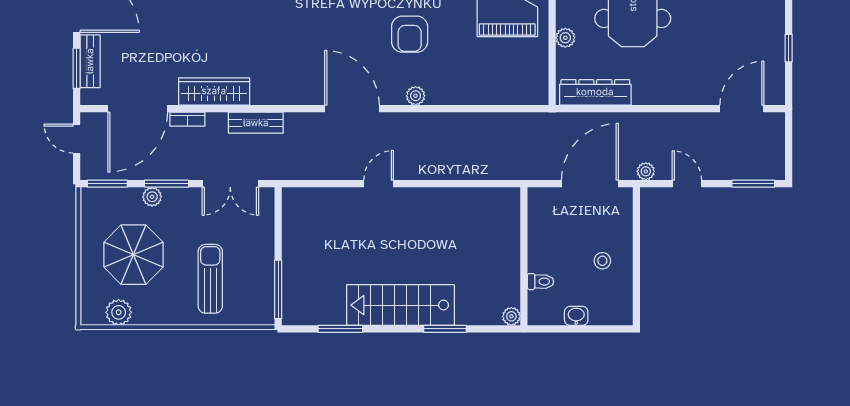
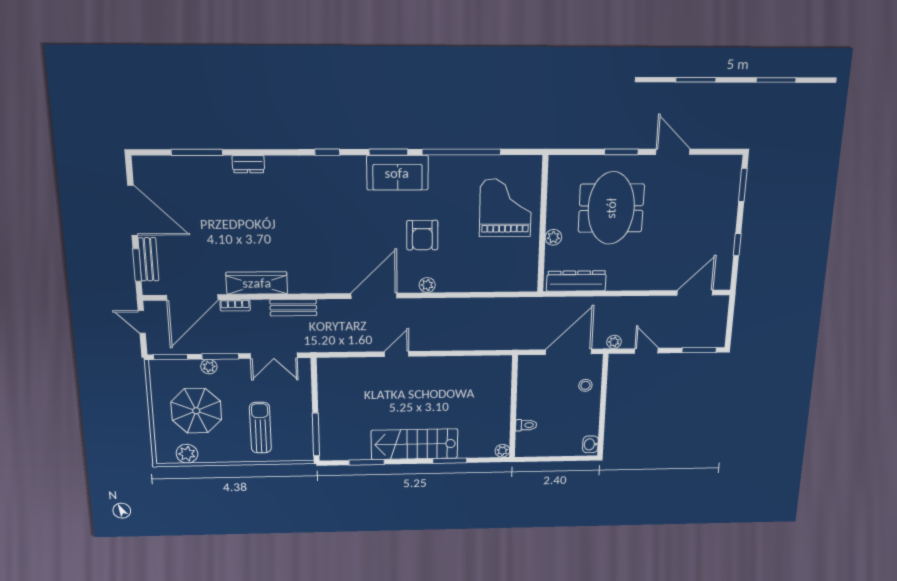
door: (352, 109) -> (374, 296), hinge flipped
stool: (602, 261) -> (585, 385), moved
washbasin: (576, 316) -> (590, 444), moved, turned -90

